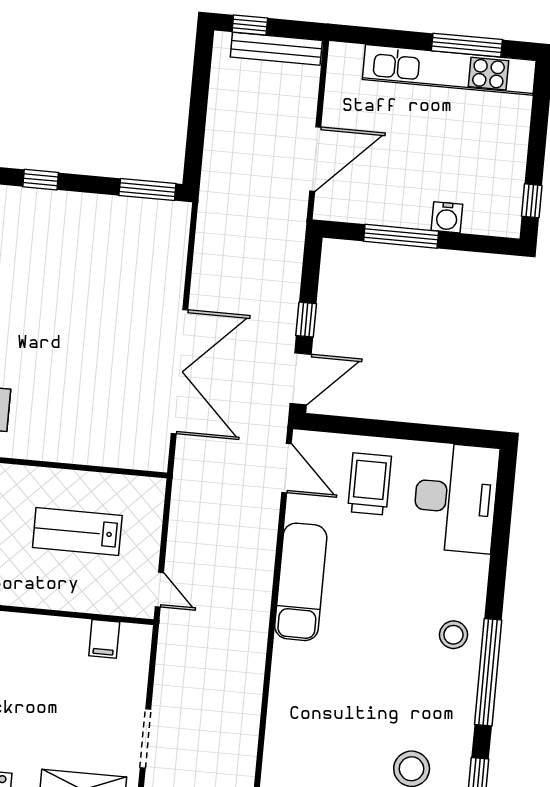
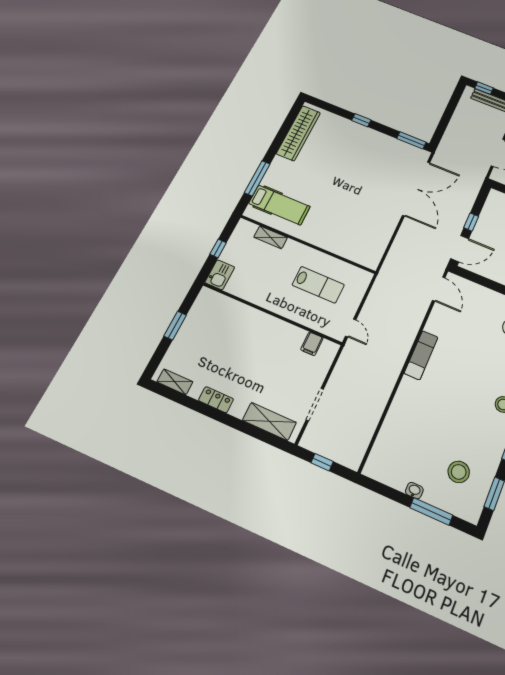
double door: (180, 372) -> (416, 189), moved
trolley: (370, 484) -> (480, 311), removed
lab bench: (77, 532) -> (318, 285), turned 180
exam couch: (301, 582) -> (421, 355), width x0.73, depth x0.69

